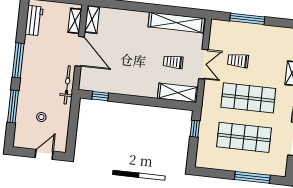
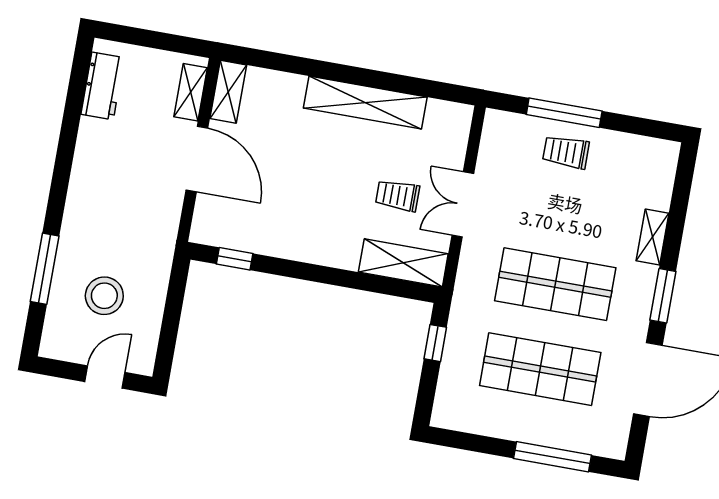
shelving: (176, 23) -> (365, 103), moved
window: (18, 60) -> (62, 170), removed
trolley: (238, 61) -> (566, 152), moved
double door: (203, 64) -> (463, 204), swing flipped
bicycle: (67, 85) -> (165, 230), removed
stool: (41, 117) -> (104, 296), width x1.89, depth x1.89

